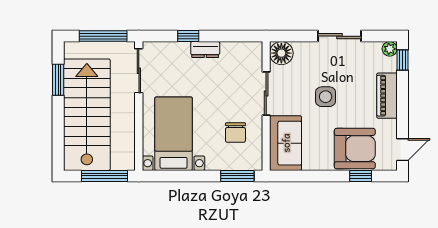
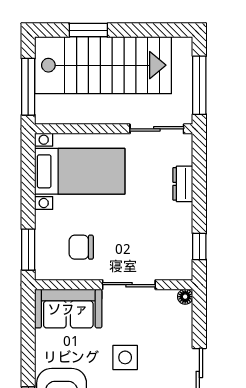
window: (188, 36) -> (199, 247), moved
dresser: (205, 50) -> (183, 184), moved
floor lamp: (281, 53) -> (185, 297), width x0.53, depth x0.53
window: (58, 80) -> (88, 30), moved

